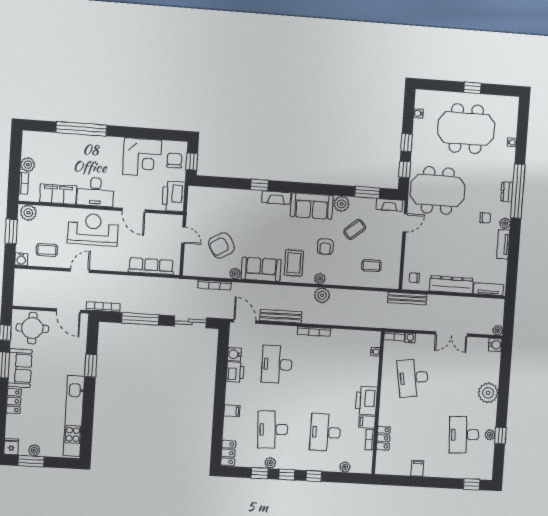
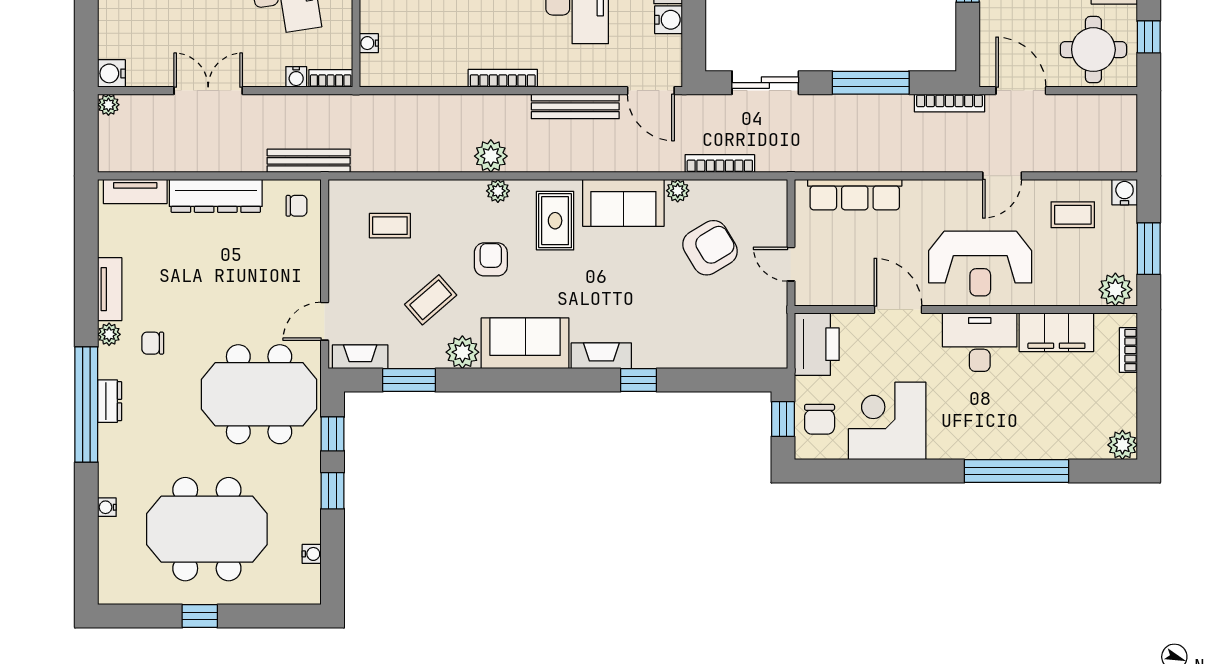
plant: (28, 165) -> (1122, 445), moved

